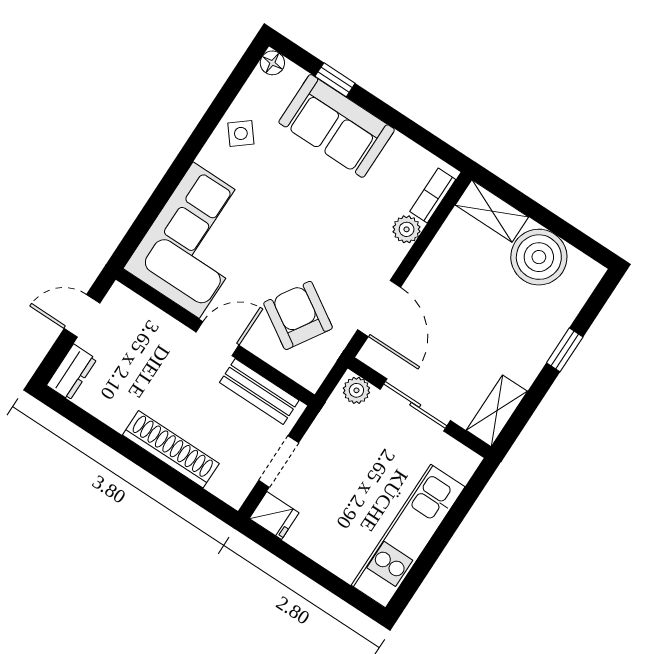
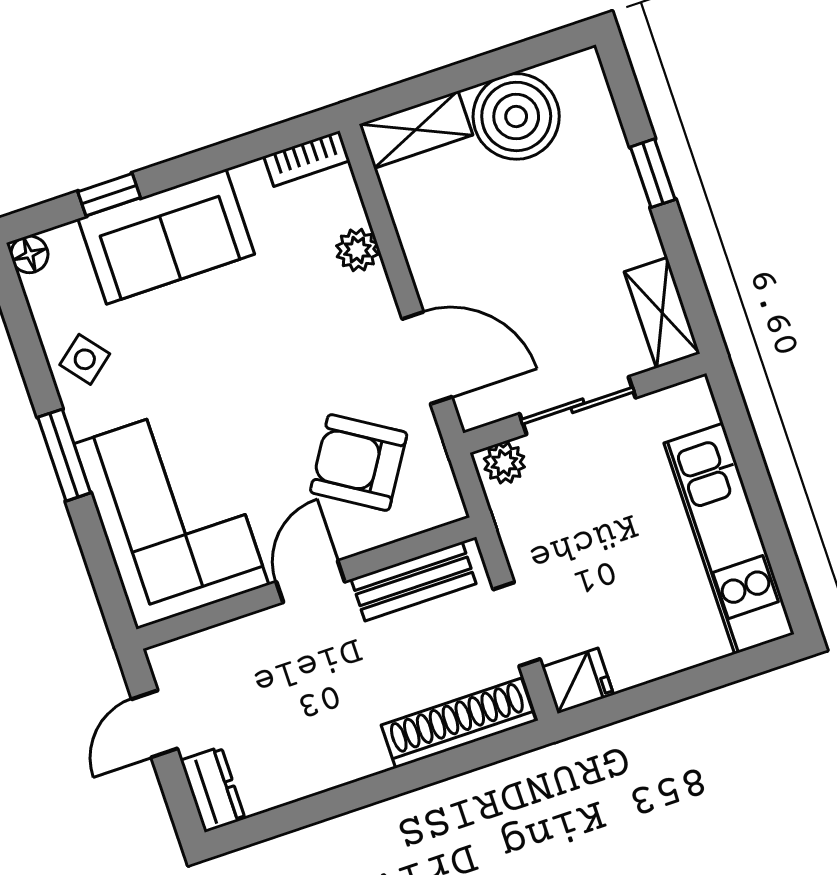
window: (183, 161) -> (64, 455), added
bookcase: (433, 195) -> (307, 159), moved, turned -90
shoe rack: (171, 449) -> (459, 723), moved

